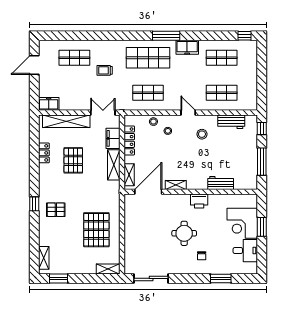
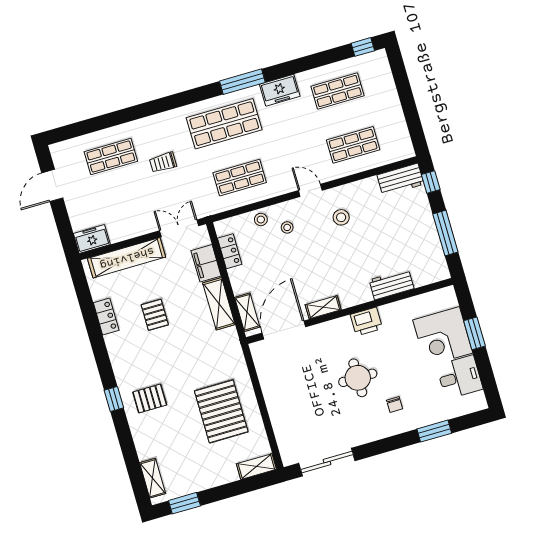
workbench: (231, 122) -> (400, 180), moved
locker: (129, 140) -> (230, 251), width x0.66
pallet: (73, 160) -> (155, 315), width x0.67, depth x0.71

